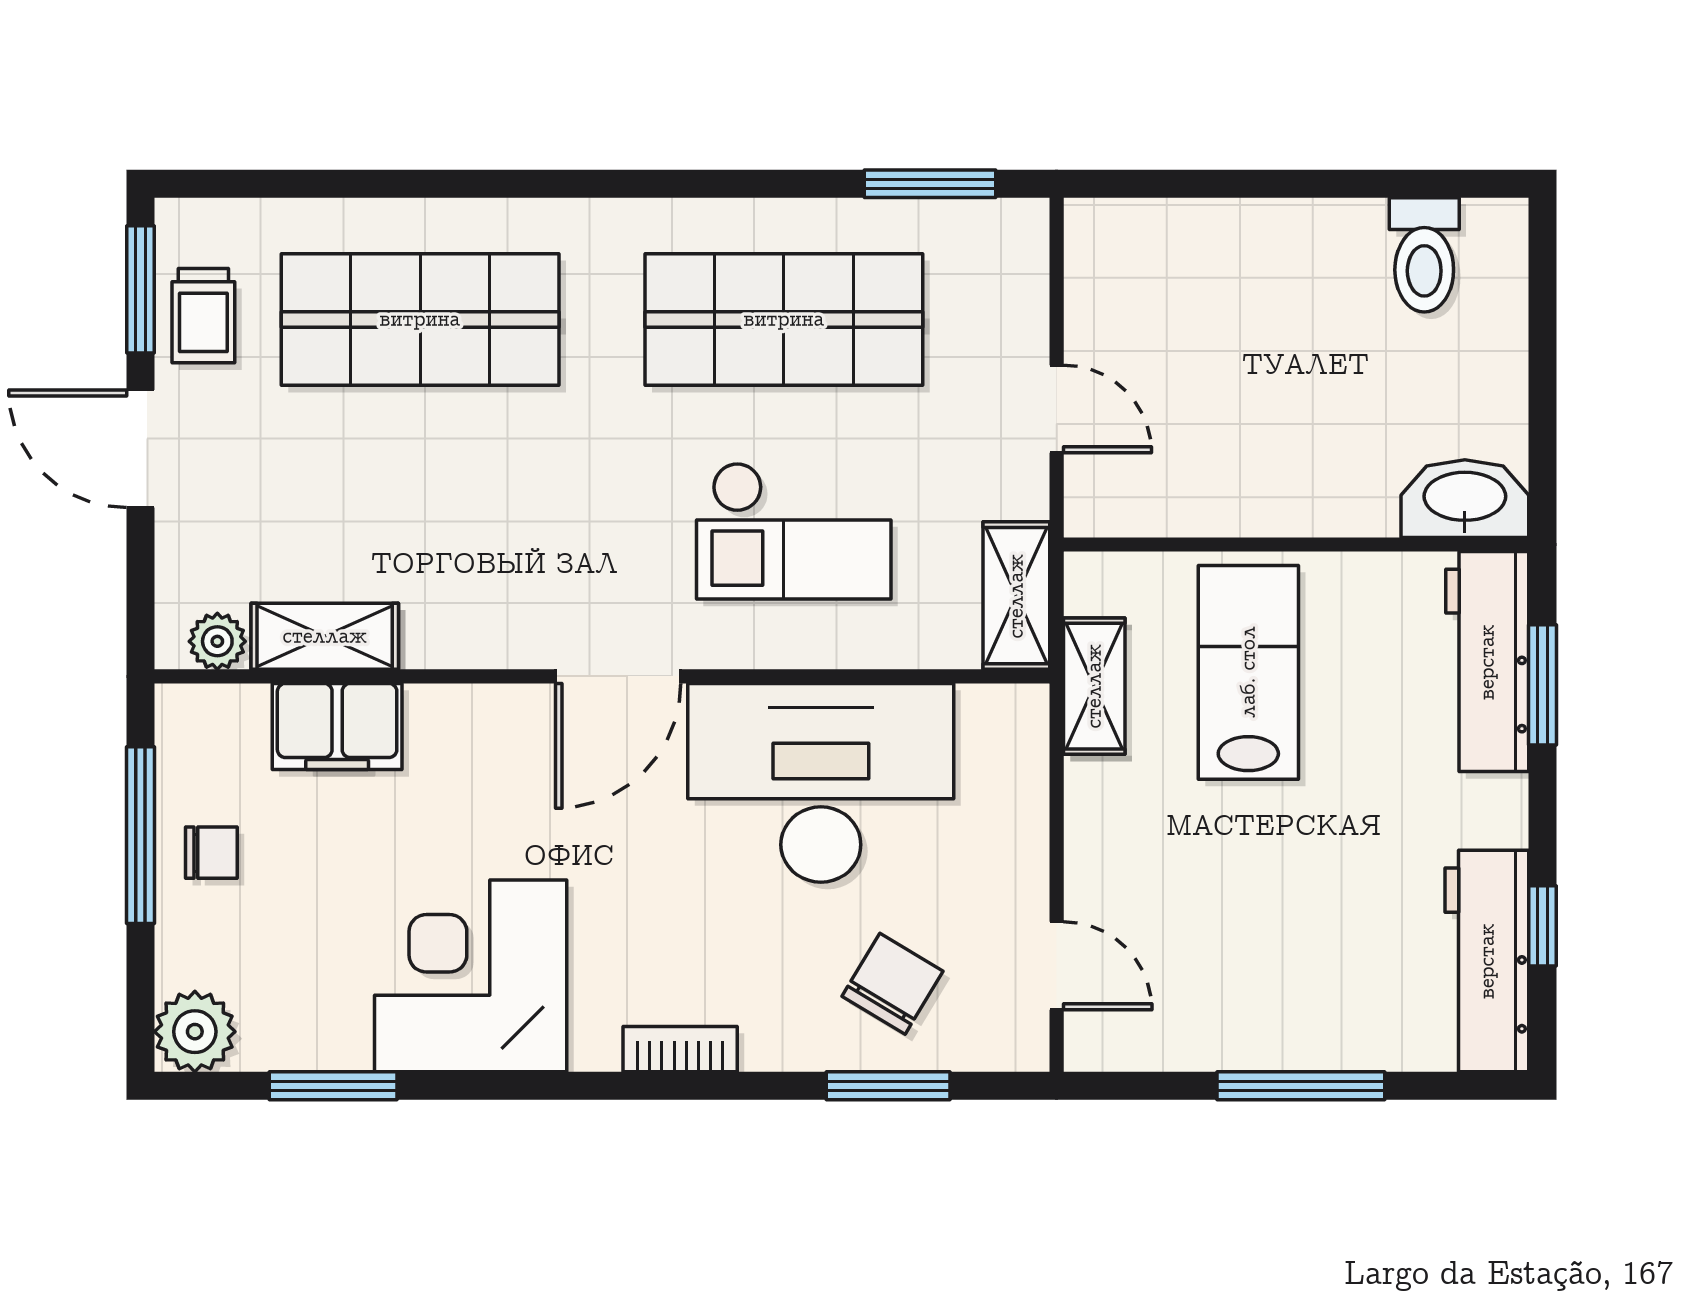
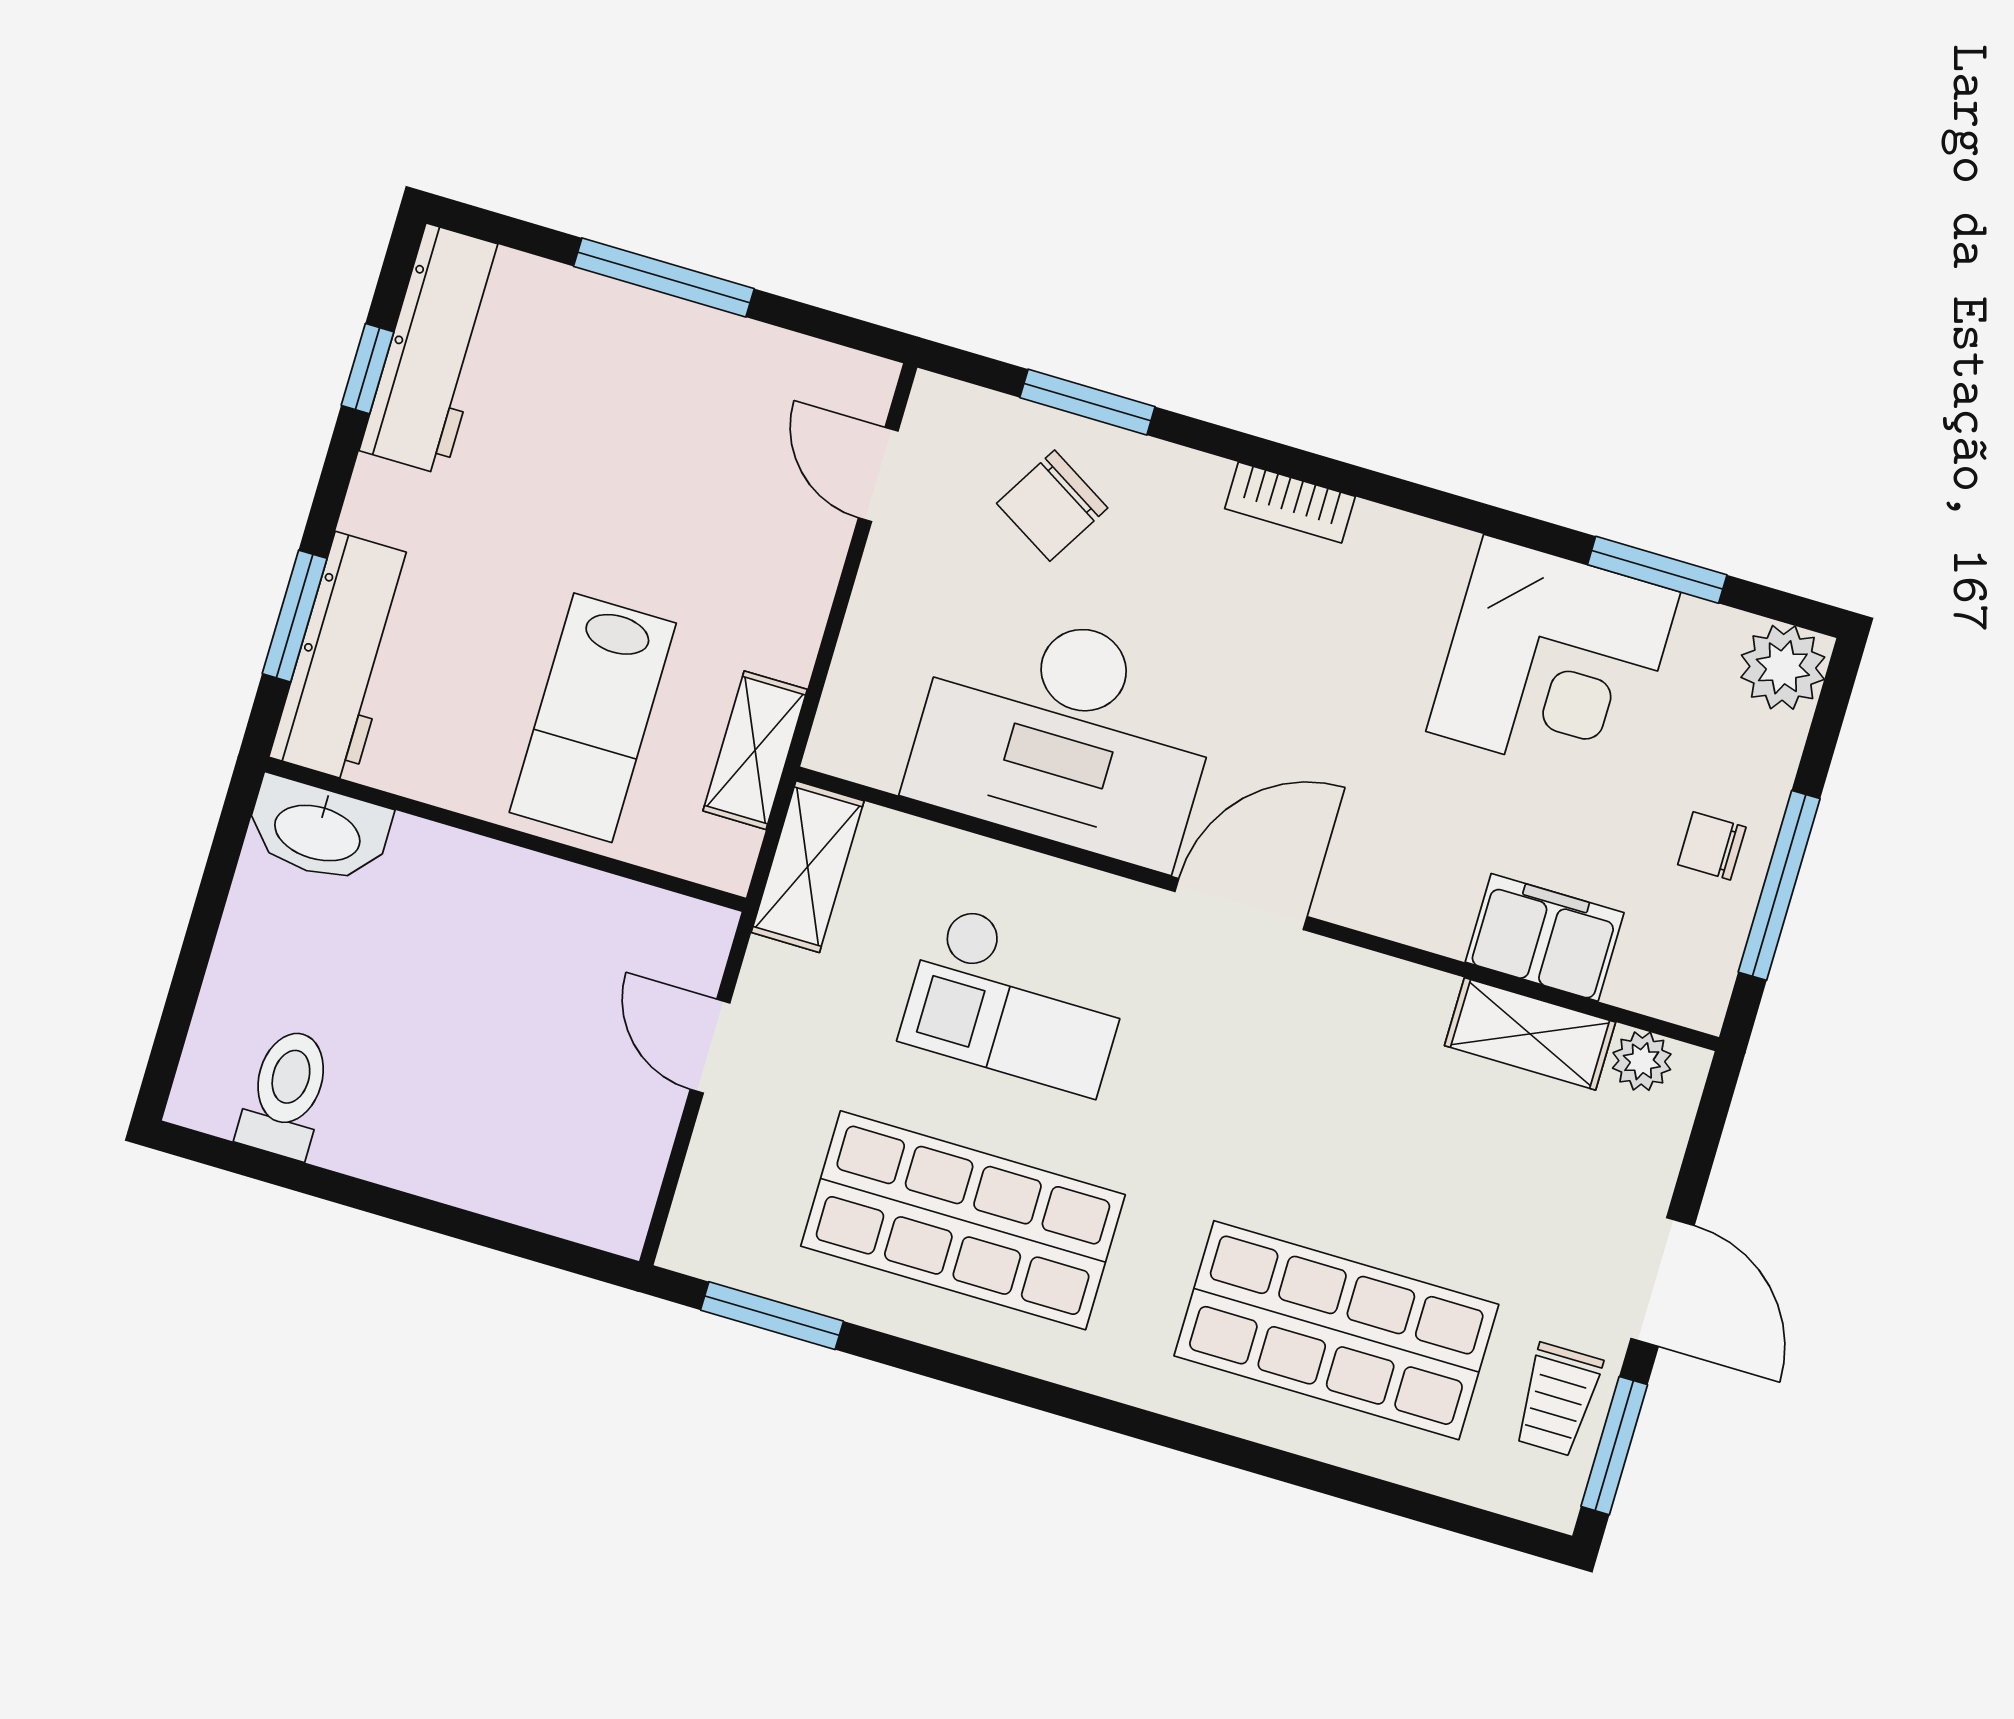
trolley: (203, 316) -> (1558, 1400), turned 180
checkout: (794, 531) -> (1017, 1000), turned 180
corner desk: (471, 976) -> (1553, 662), moved

